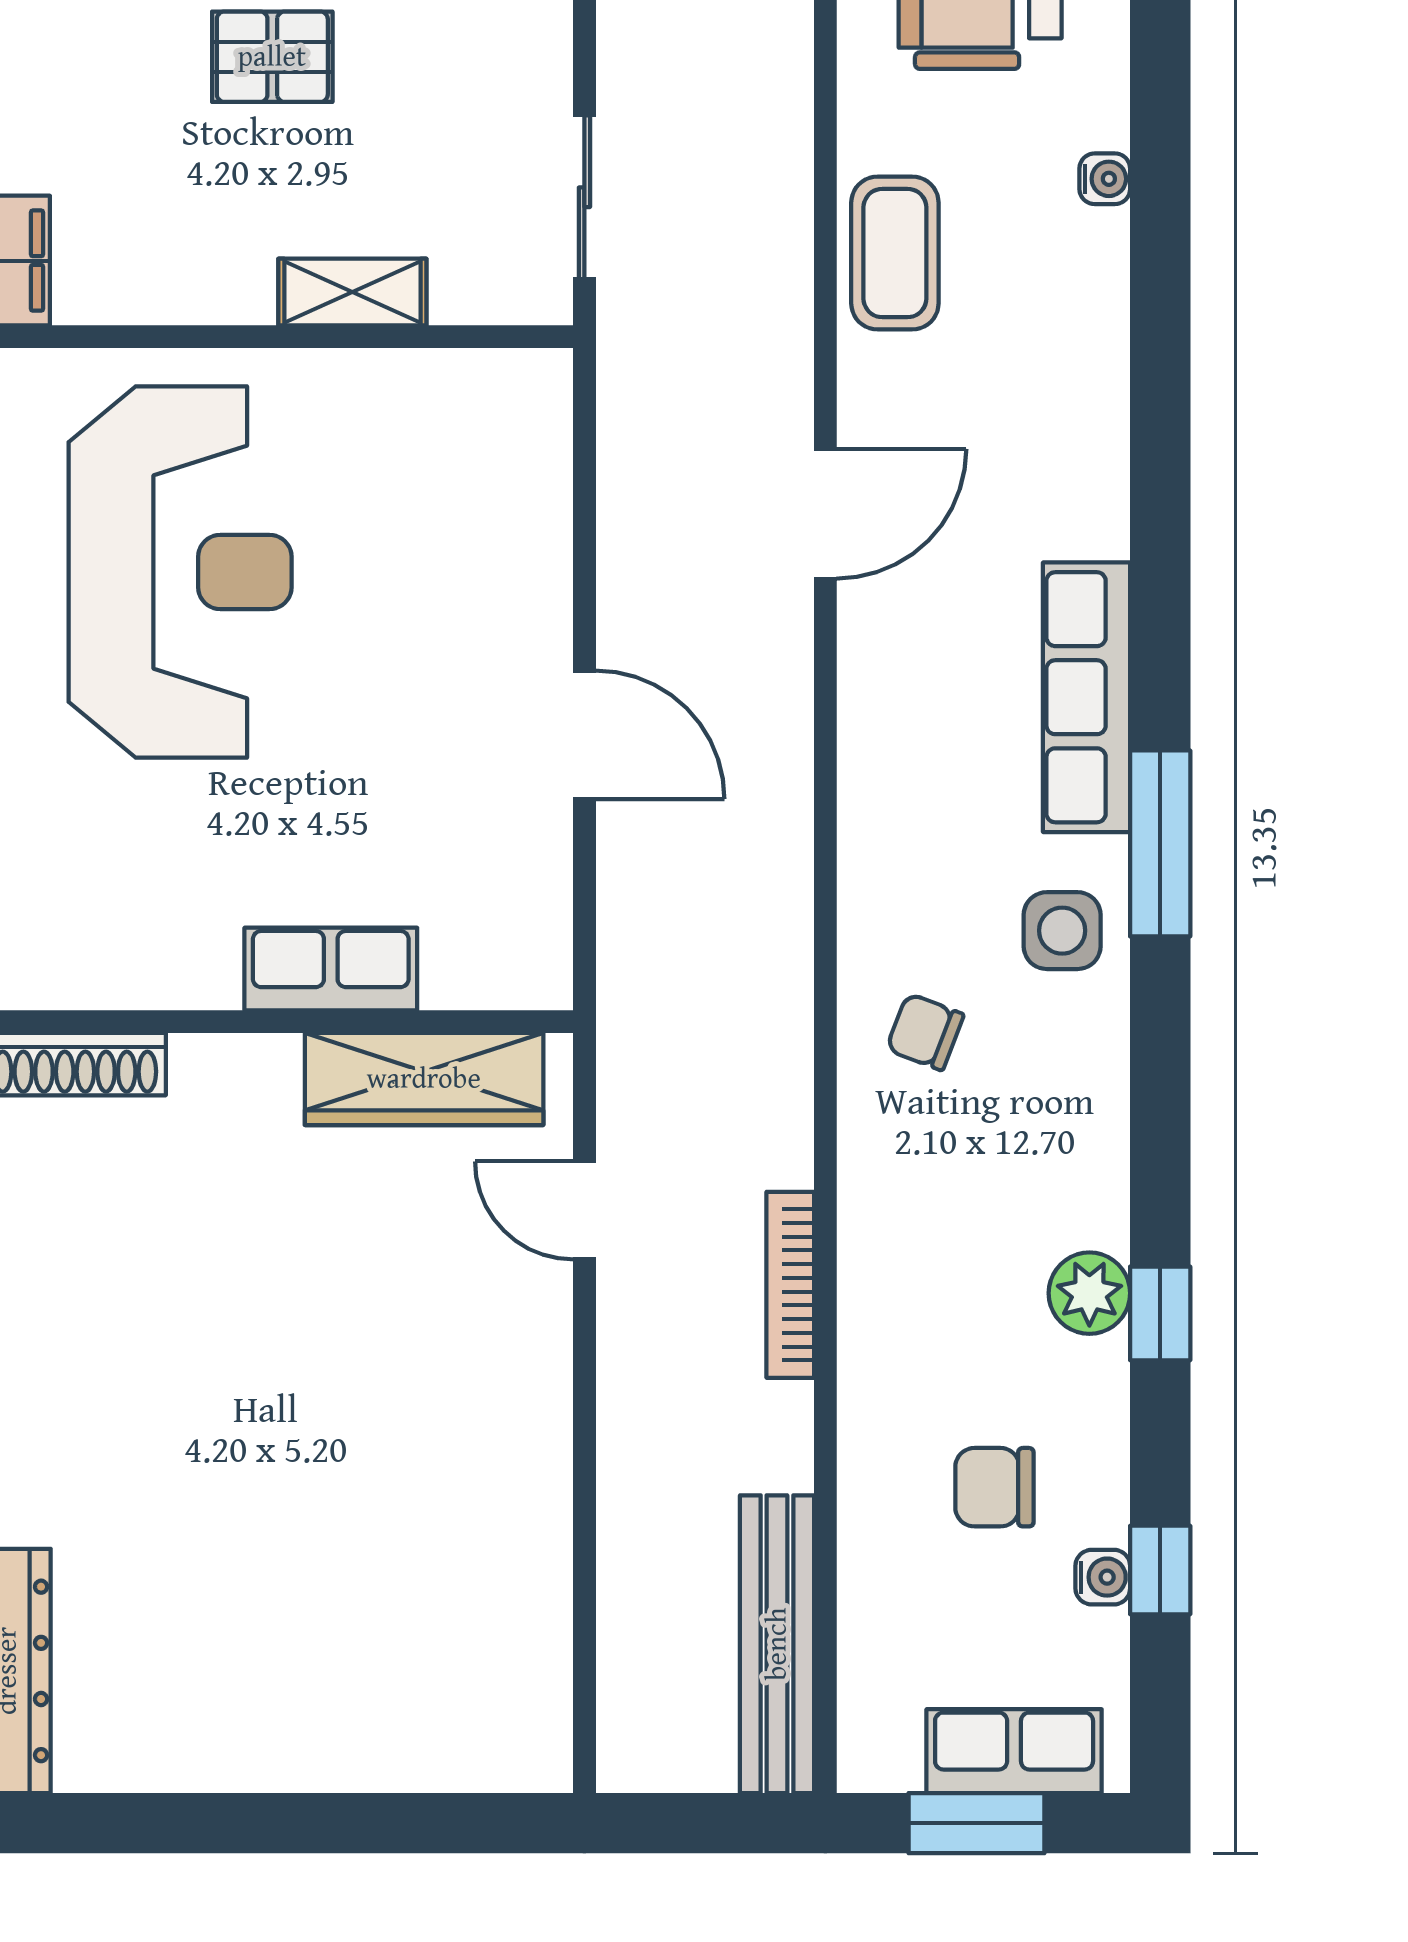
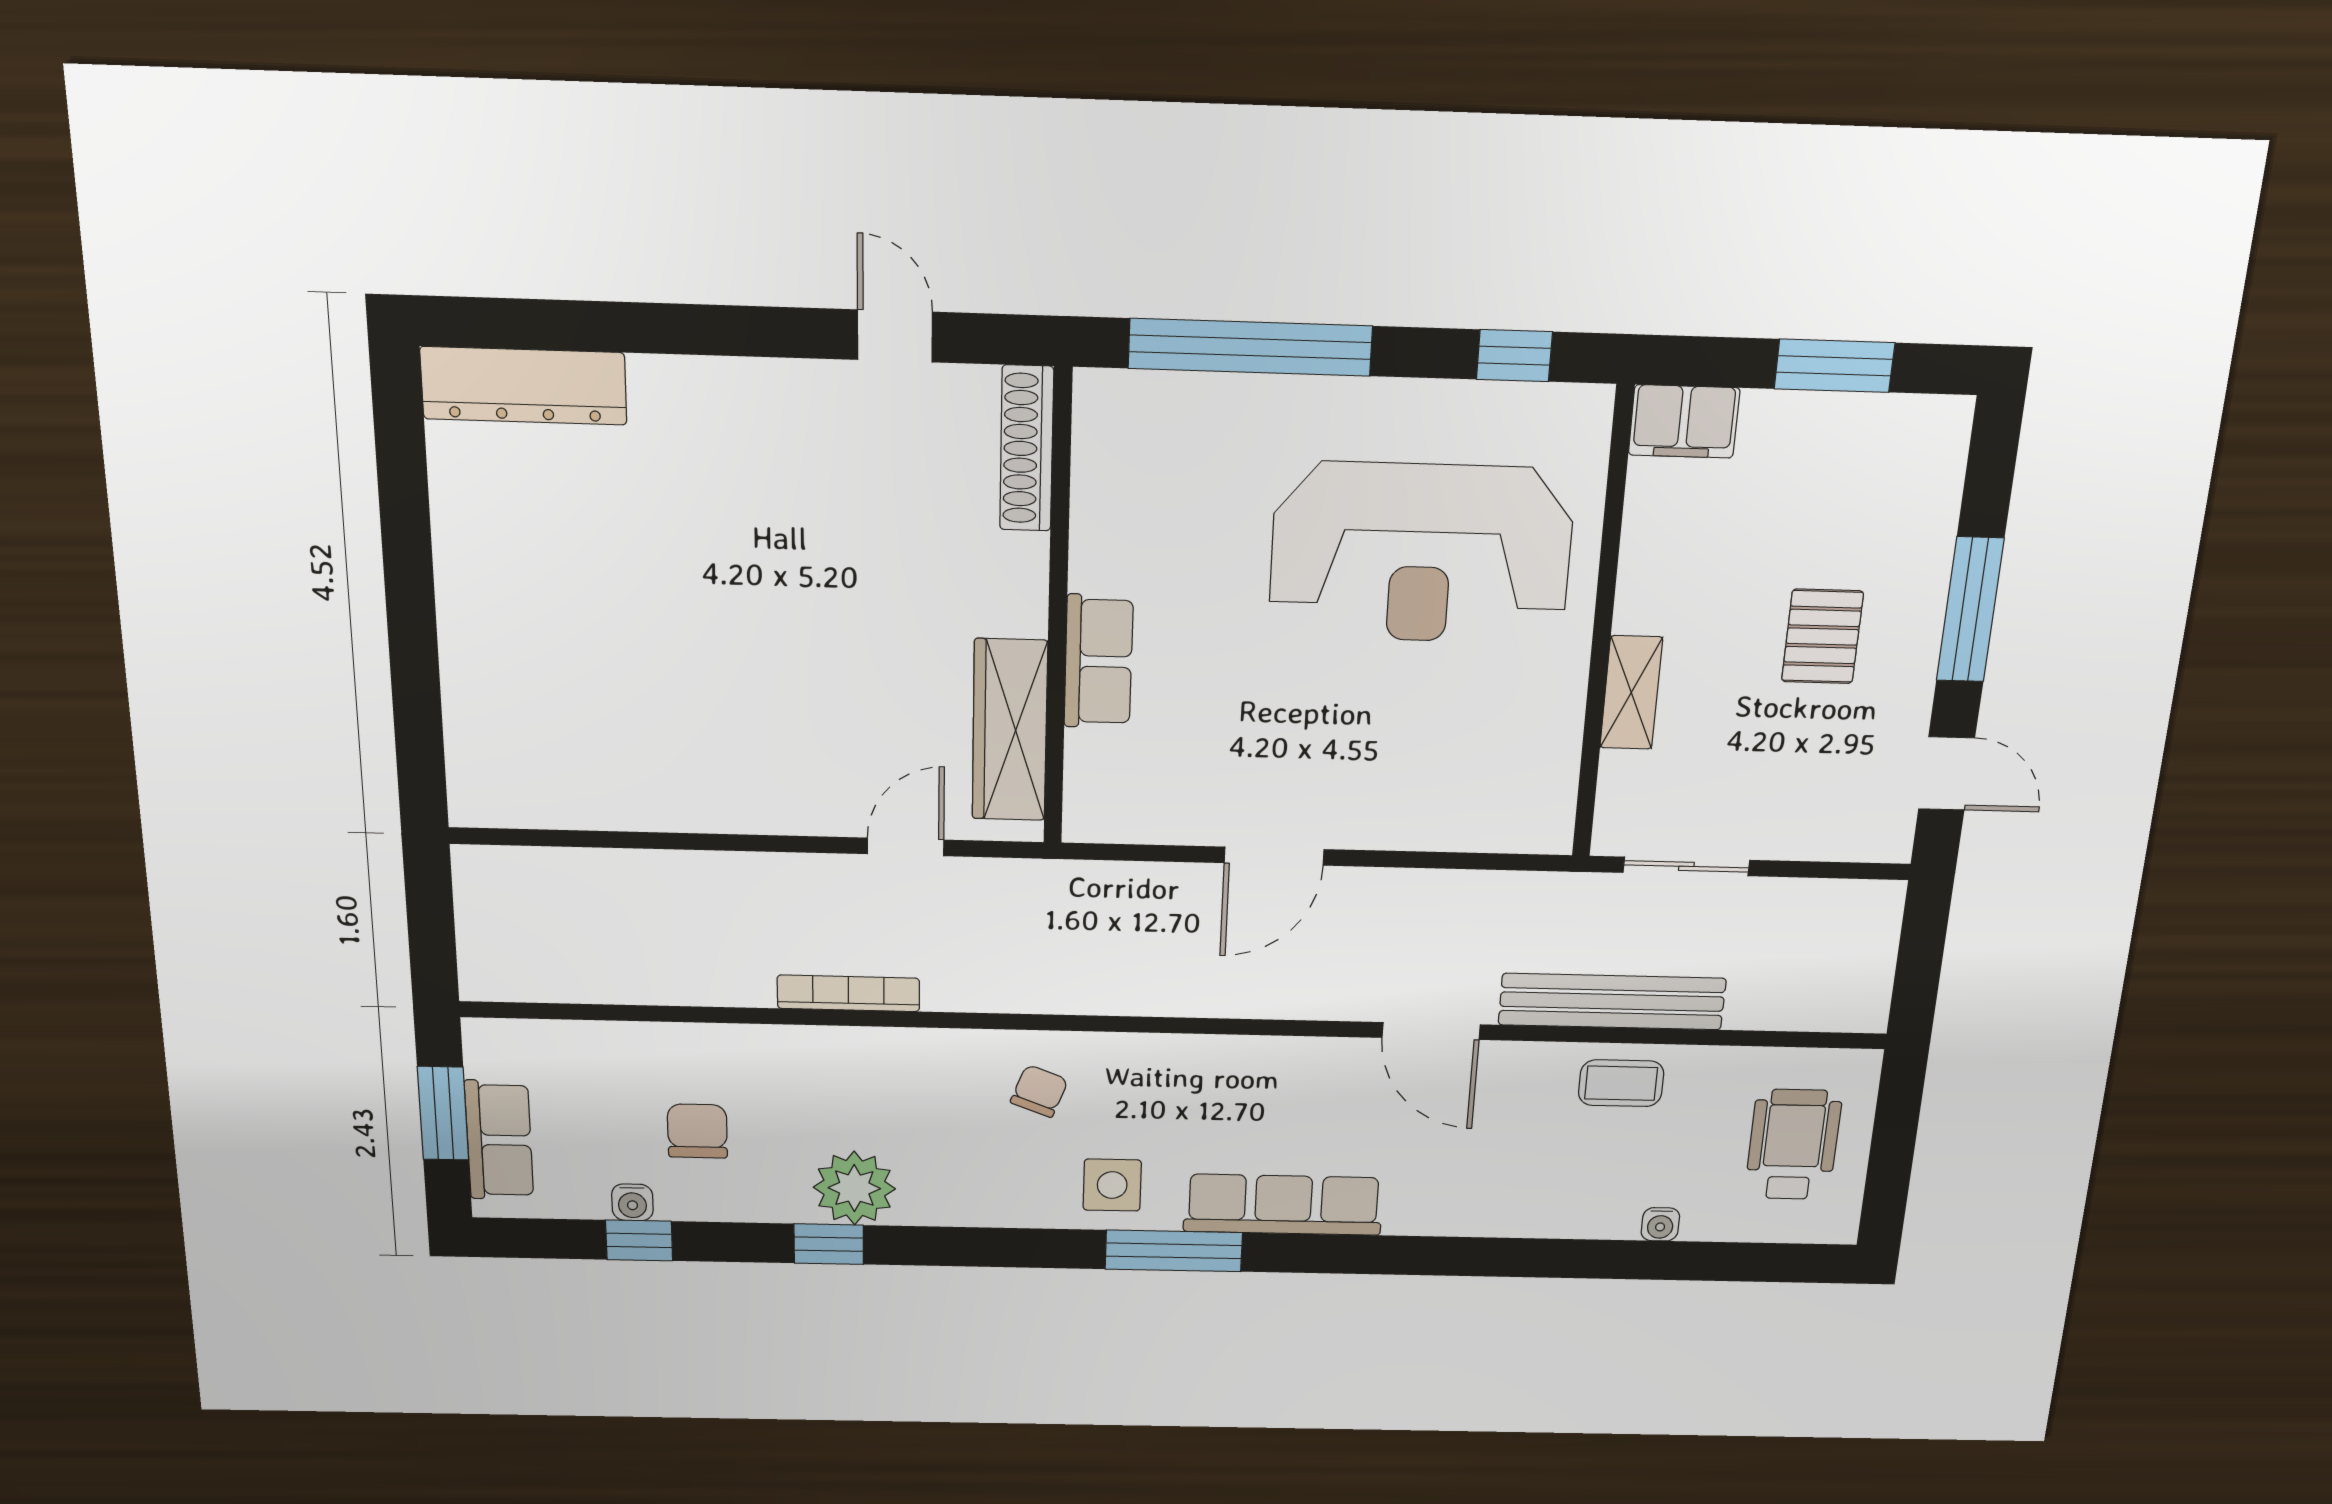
coffee table: (895, 253) -> (1621, 1083), width x0.73, depth x0.77
plant: (1089, 1293) -> (854, 1188), width x1.36, depth x1.36
bench: (777, 1644) -> (1612, 1002), moved

